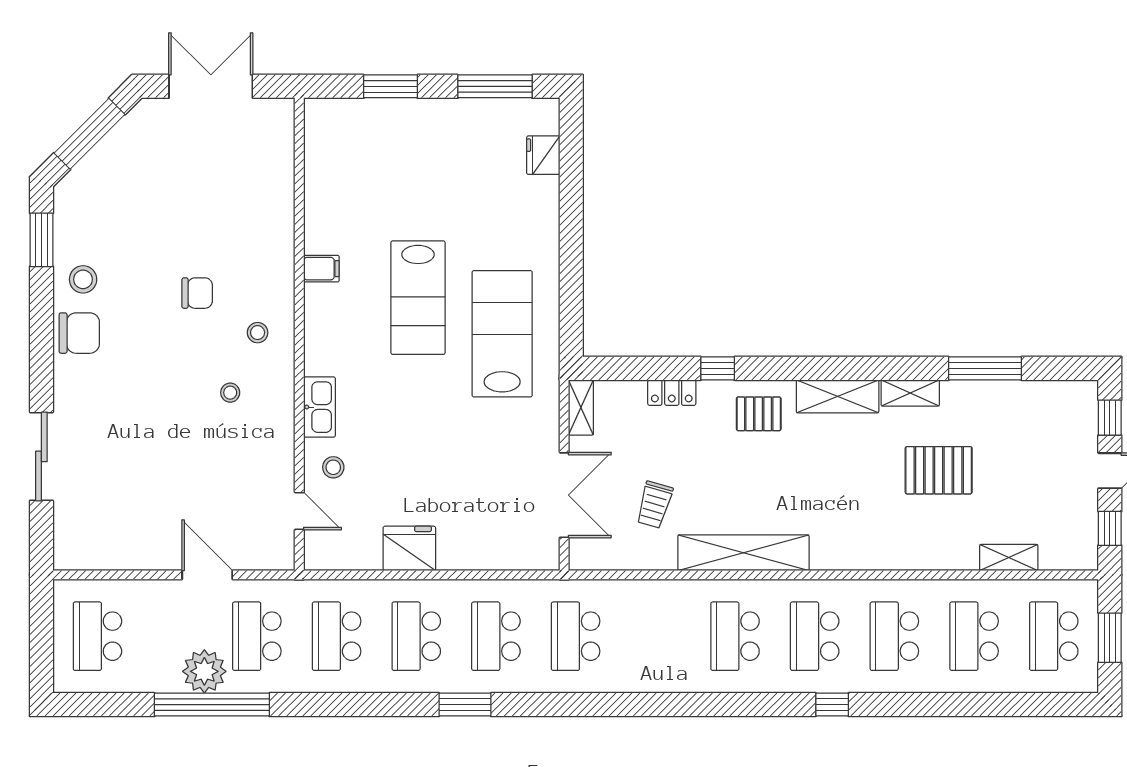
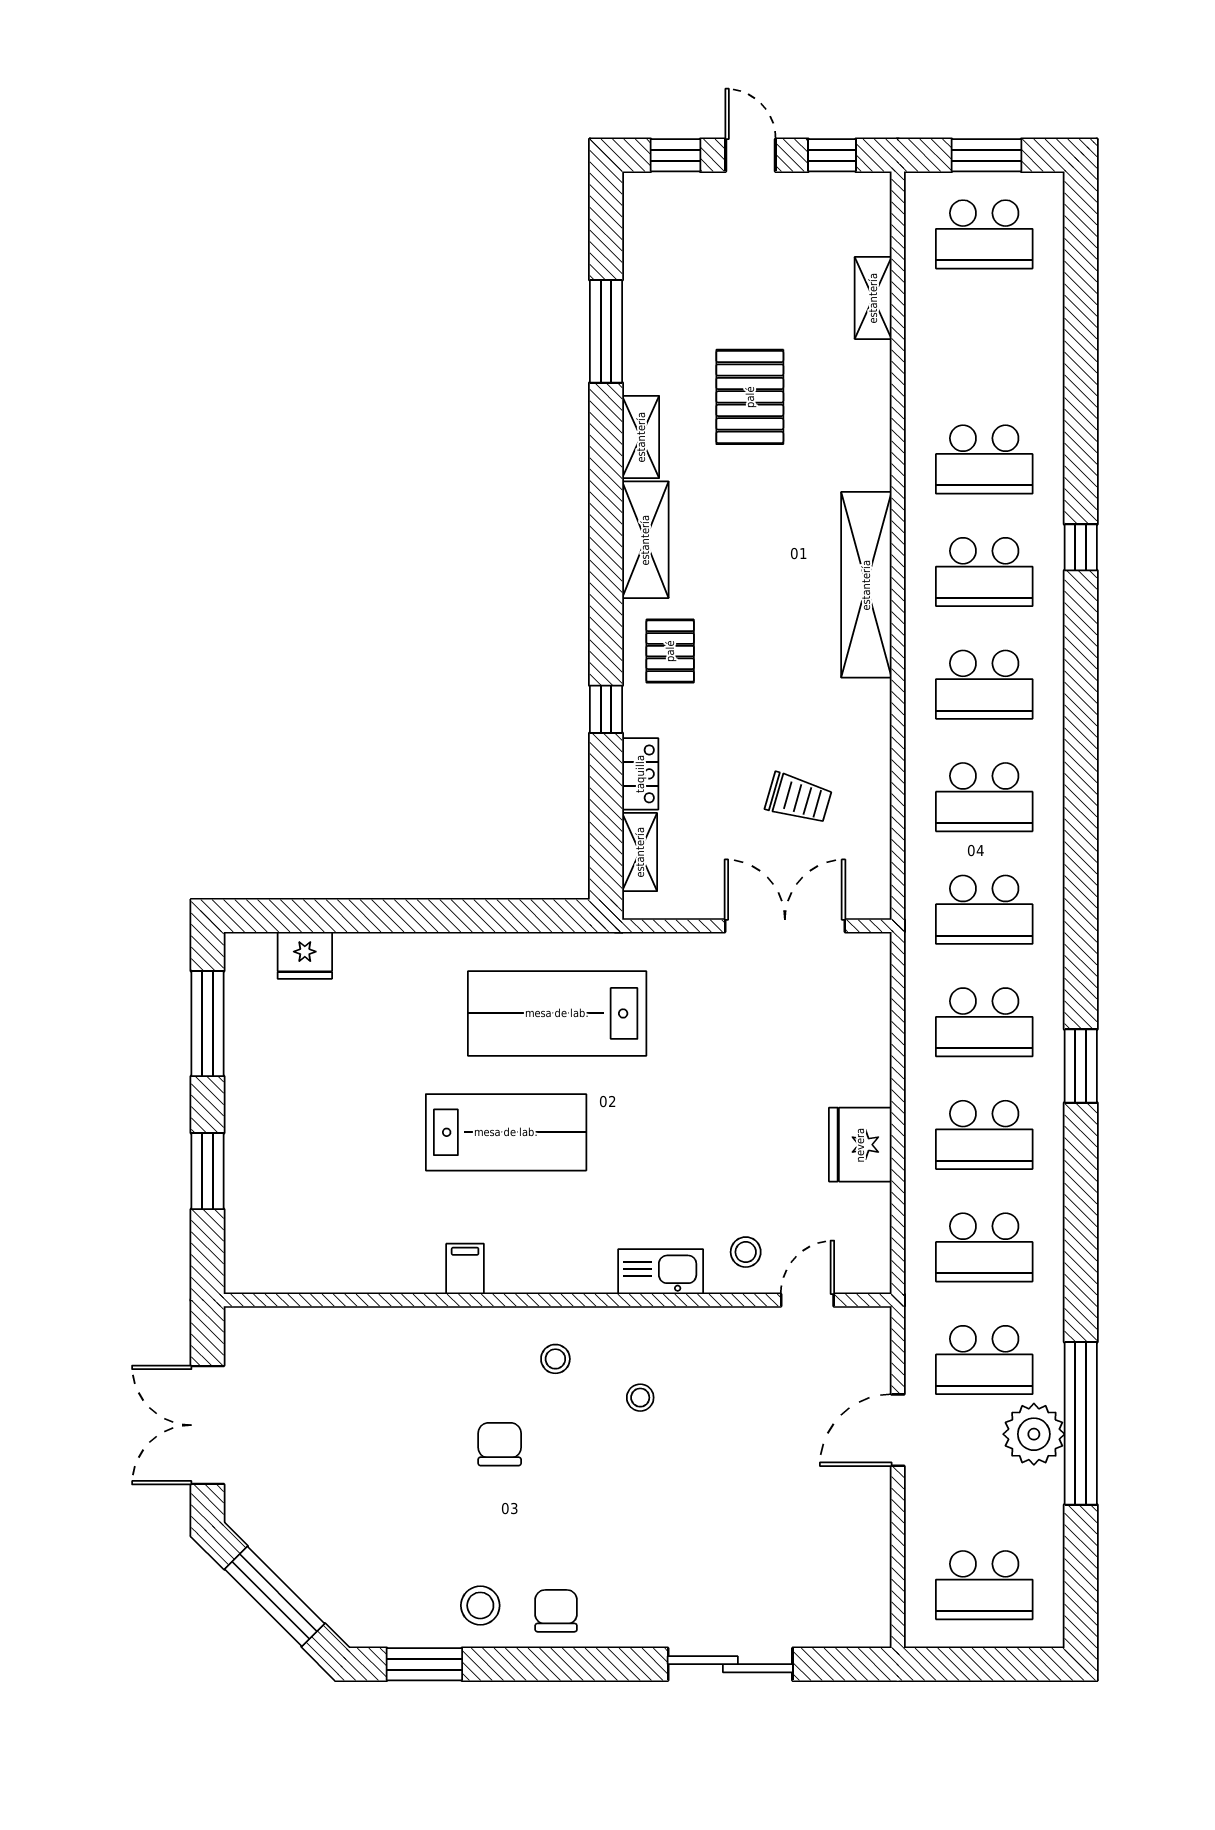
chair: (79, 333) -> (556, 1611), width x0.73, depth x0.73
shelving: (581, 407) -> (640, 852), moved, turned 90
shelving: (743, 553) -> (866, 585), moved
school desk: (974, 636) -> (984, 797), moved

